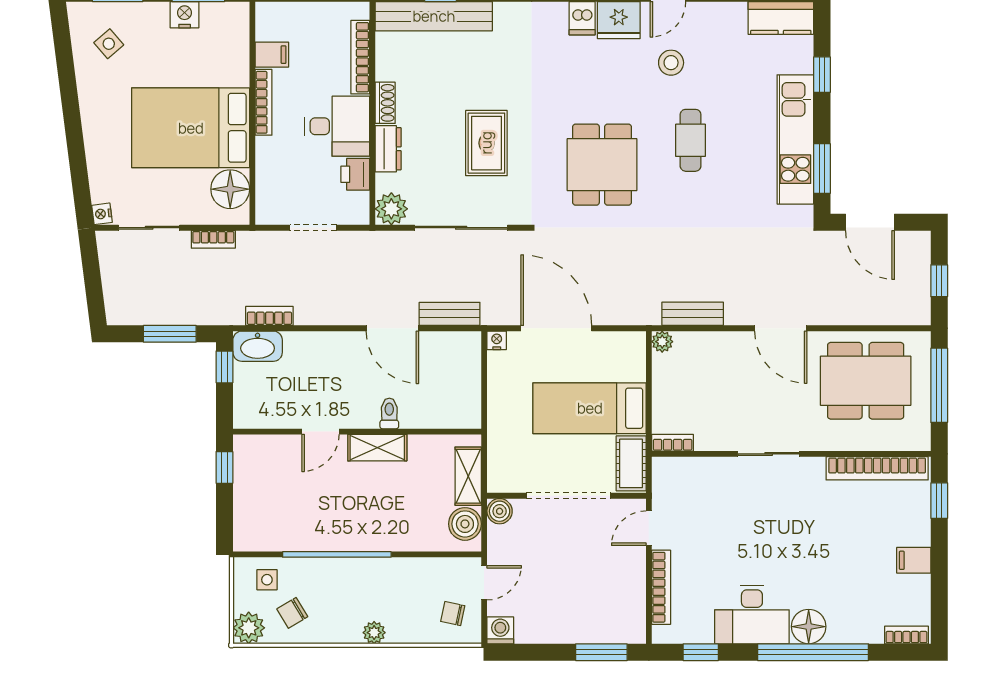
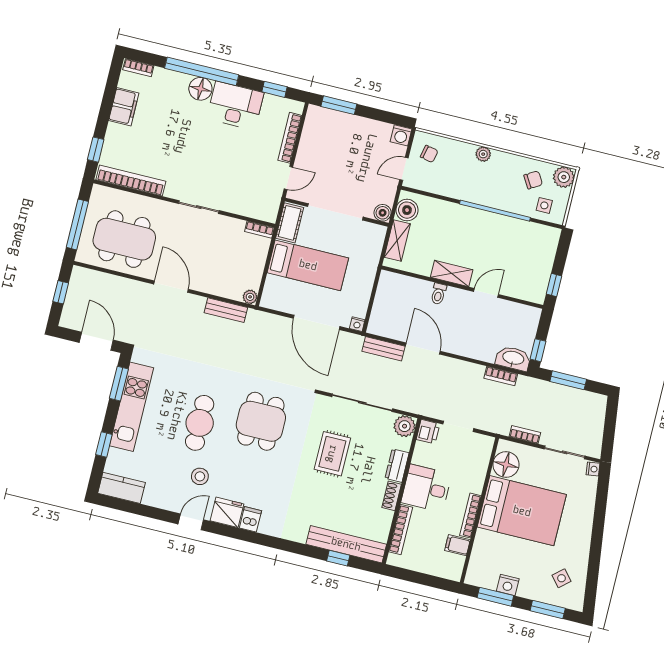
cafe table: (691, 140) -> (200, 423), width x1.37, depth x1.35
printer: (355, 174) -> (428, 432), moved
filing cabinet: (914, 560) -> (124, 107), width x2.00

